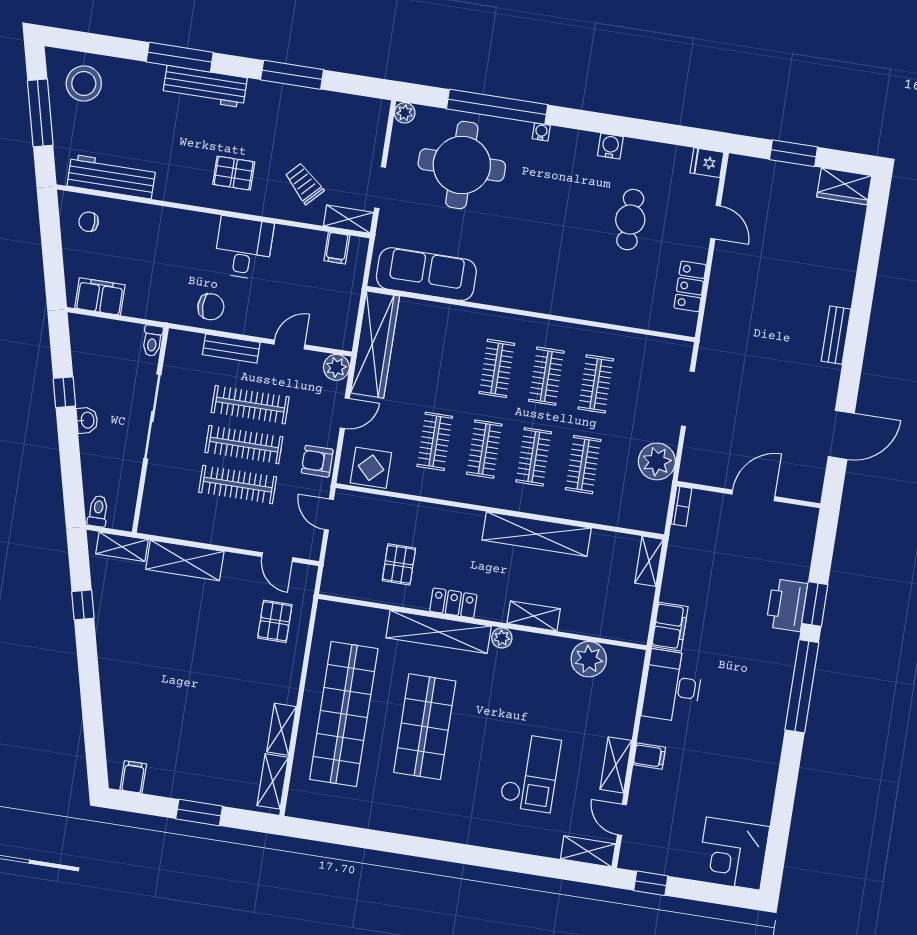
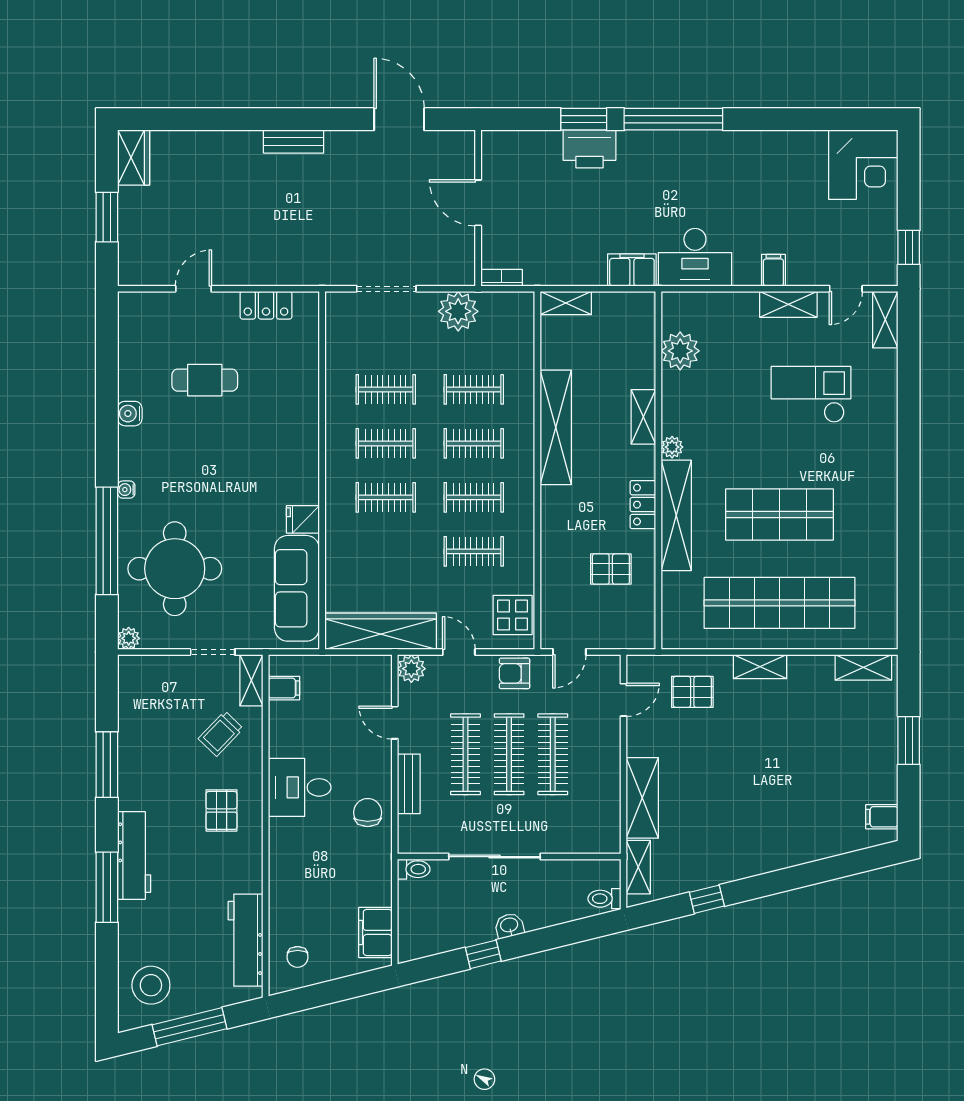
fridge: (707, 163) -> (303, 519), moved, turned 90
armchair: (317, 461) -> (515, 673), turned 90
shelving: (281, 729) -> (760, 667), moved

